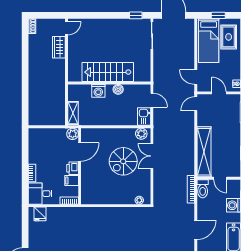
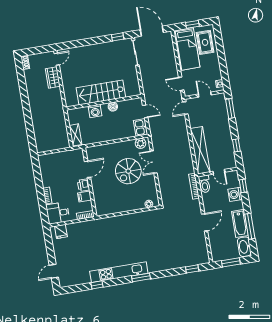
plant: (73, 134) -> (78, 154), removed

